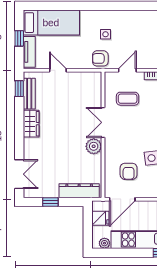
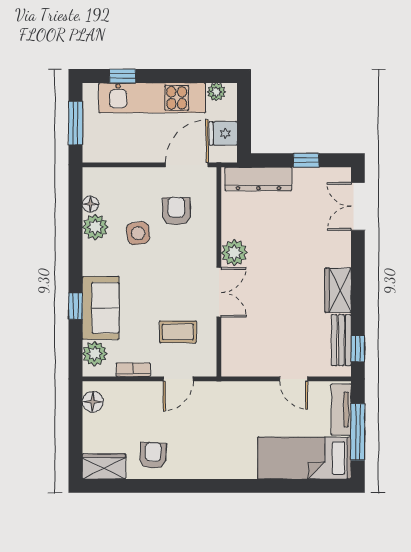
side table: (106, 34) -> (215, 439), removed
window: (19, 38) -> (358, 432), width x2.17
armchair: (100, 58) -> (153, 456), moved, turned -87

